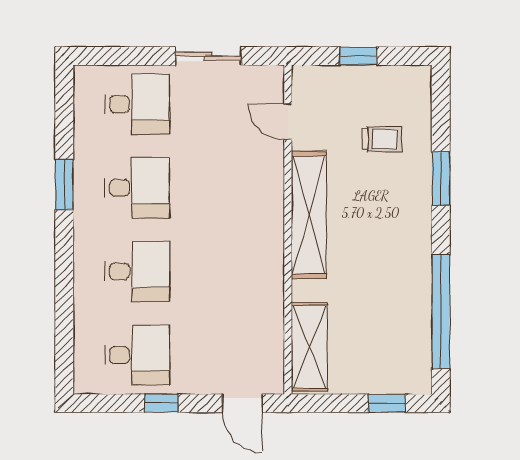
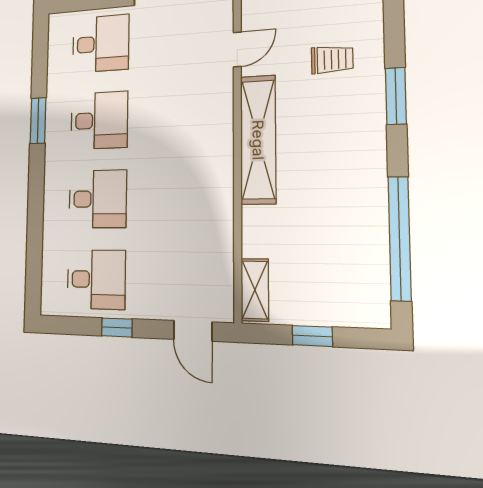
door: (288, 122) -> (237, 49), swing flipped
shelving: (309, 347) -> (255, 290), width x0.67, depth x0.75
window: (387, 403) -> (312, 336), moved

